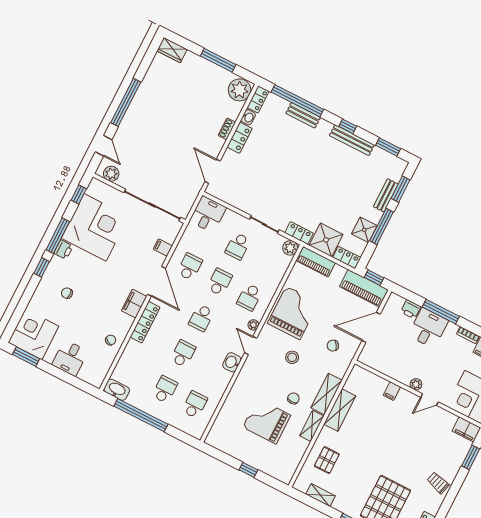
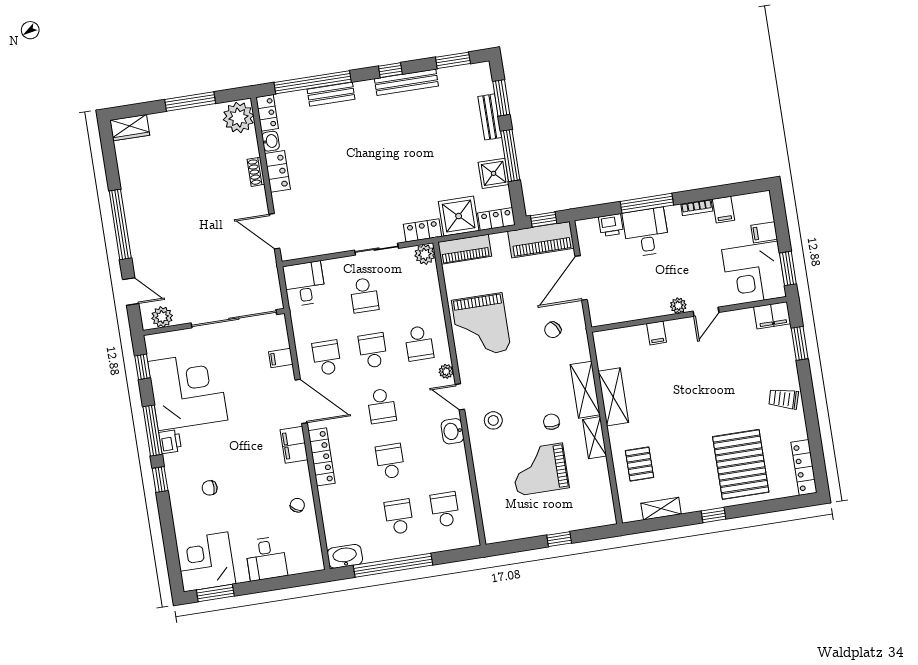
grand piano: (293, 313) -> (481, 325), turned 180
stool: (292, 357) -> (493, 420), moved

